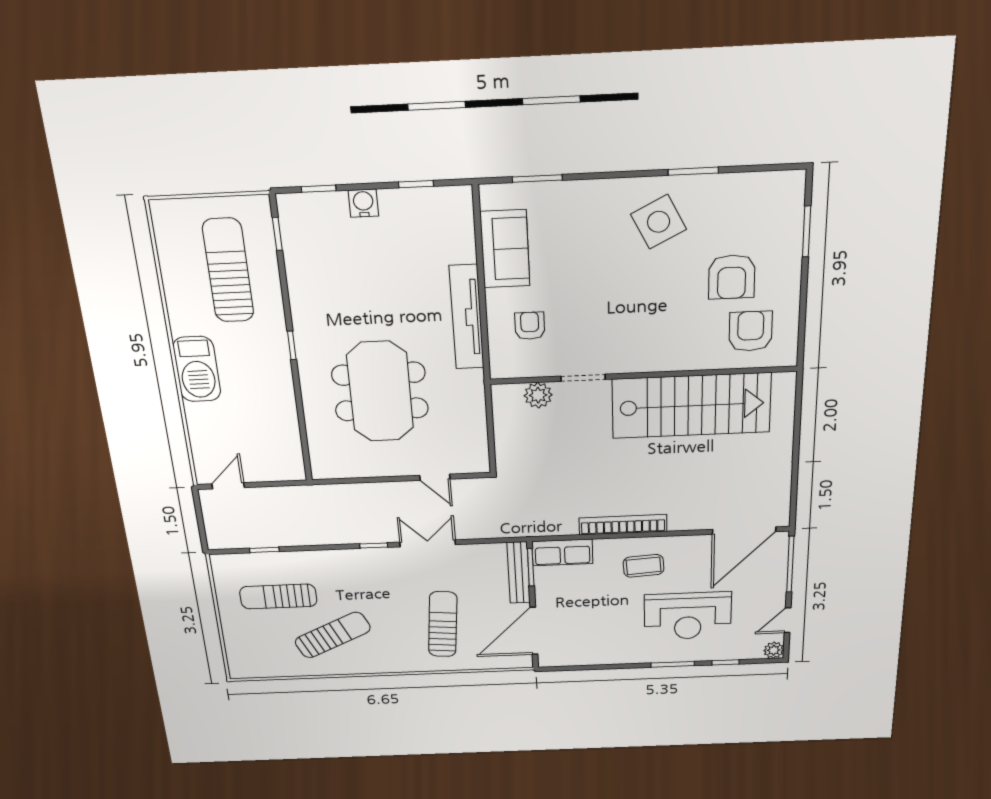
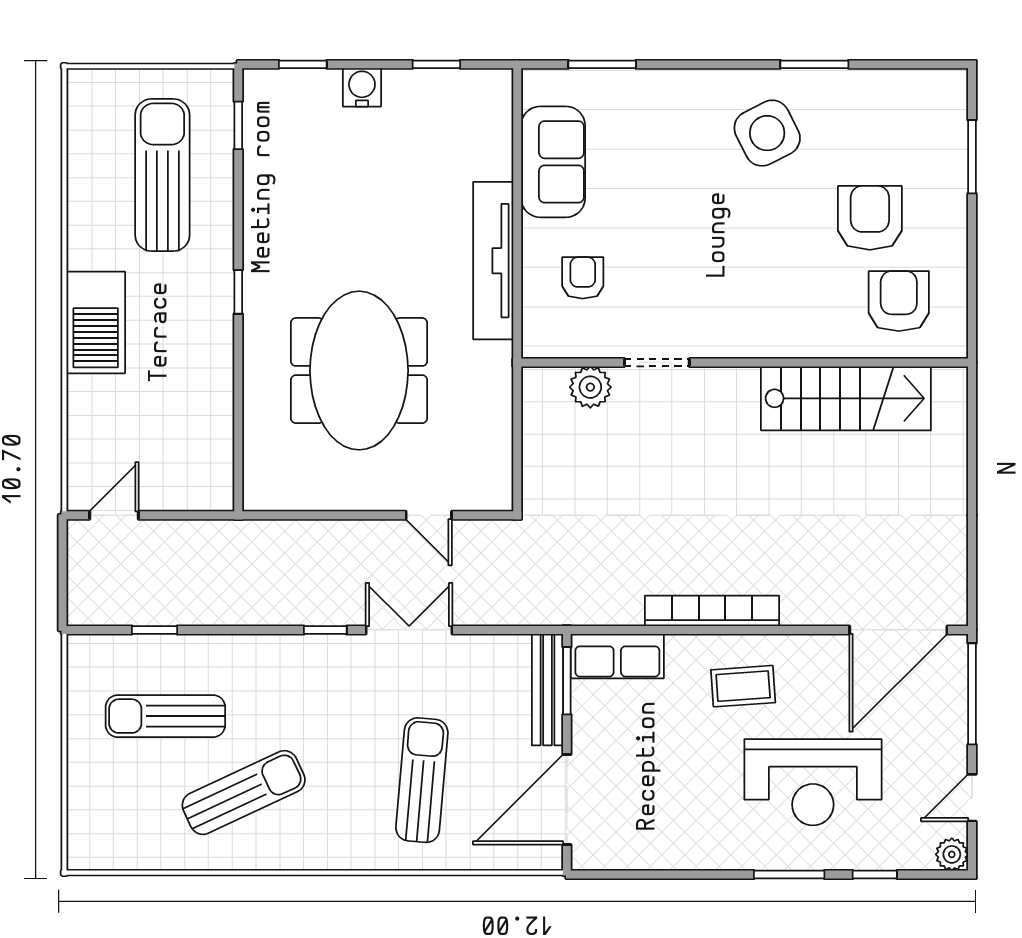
armchair: (732, 277) -> (870, 218), turned 180
stairs: (691, 406) -> (846, 398), width x0.73, depth x0.66

